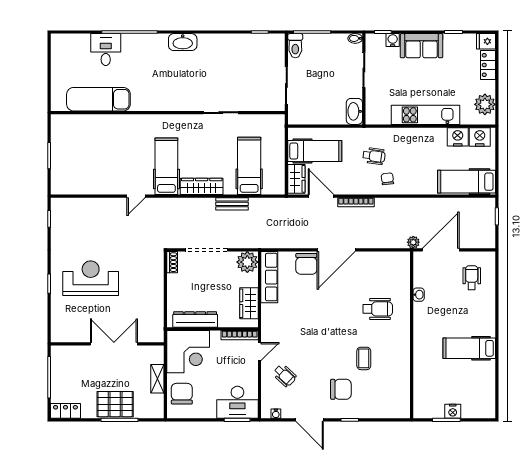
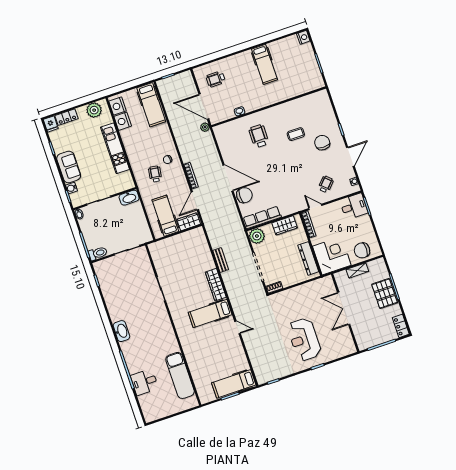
hospital bed: (249, 166) -> (234, 384), moved
desk: (237, 402) -> (354, 207), width x0.73
nightstand: (453, 411) -> (303, 37), moved

